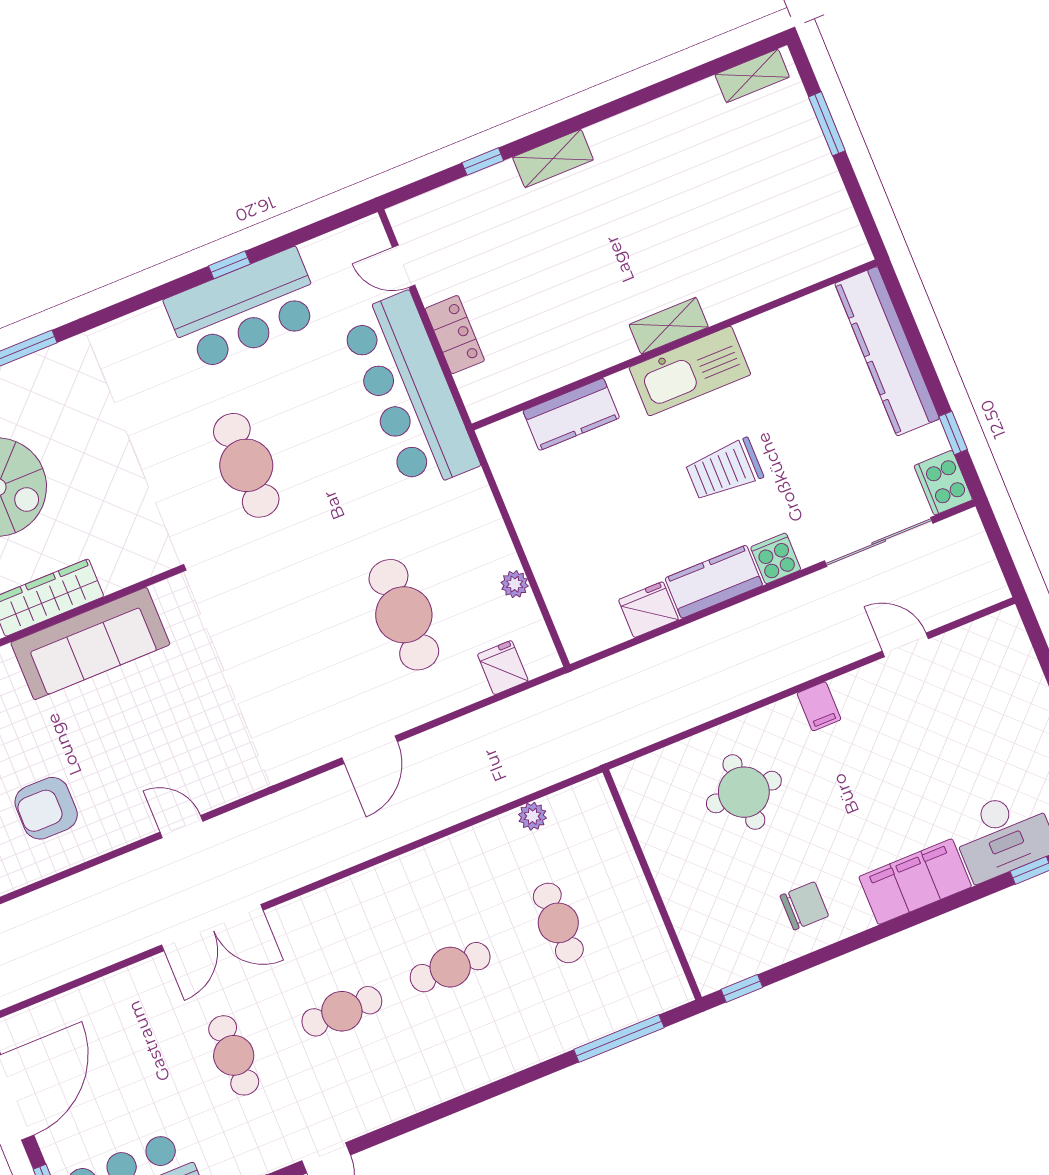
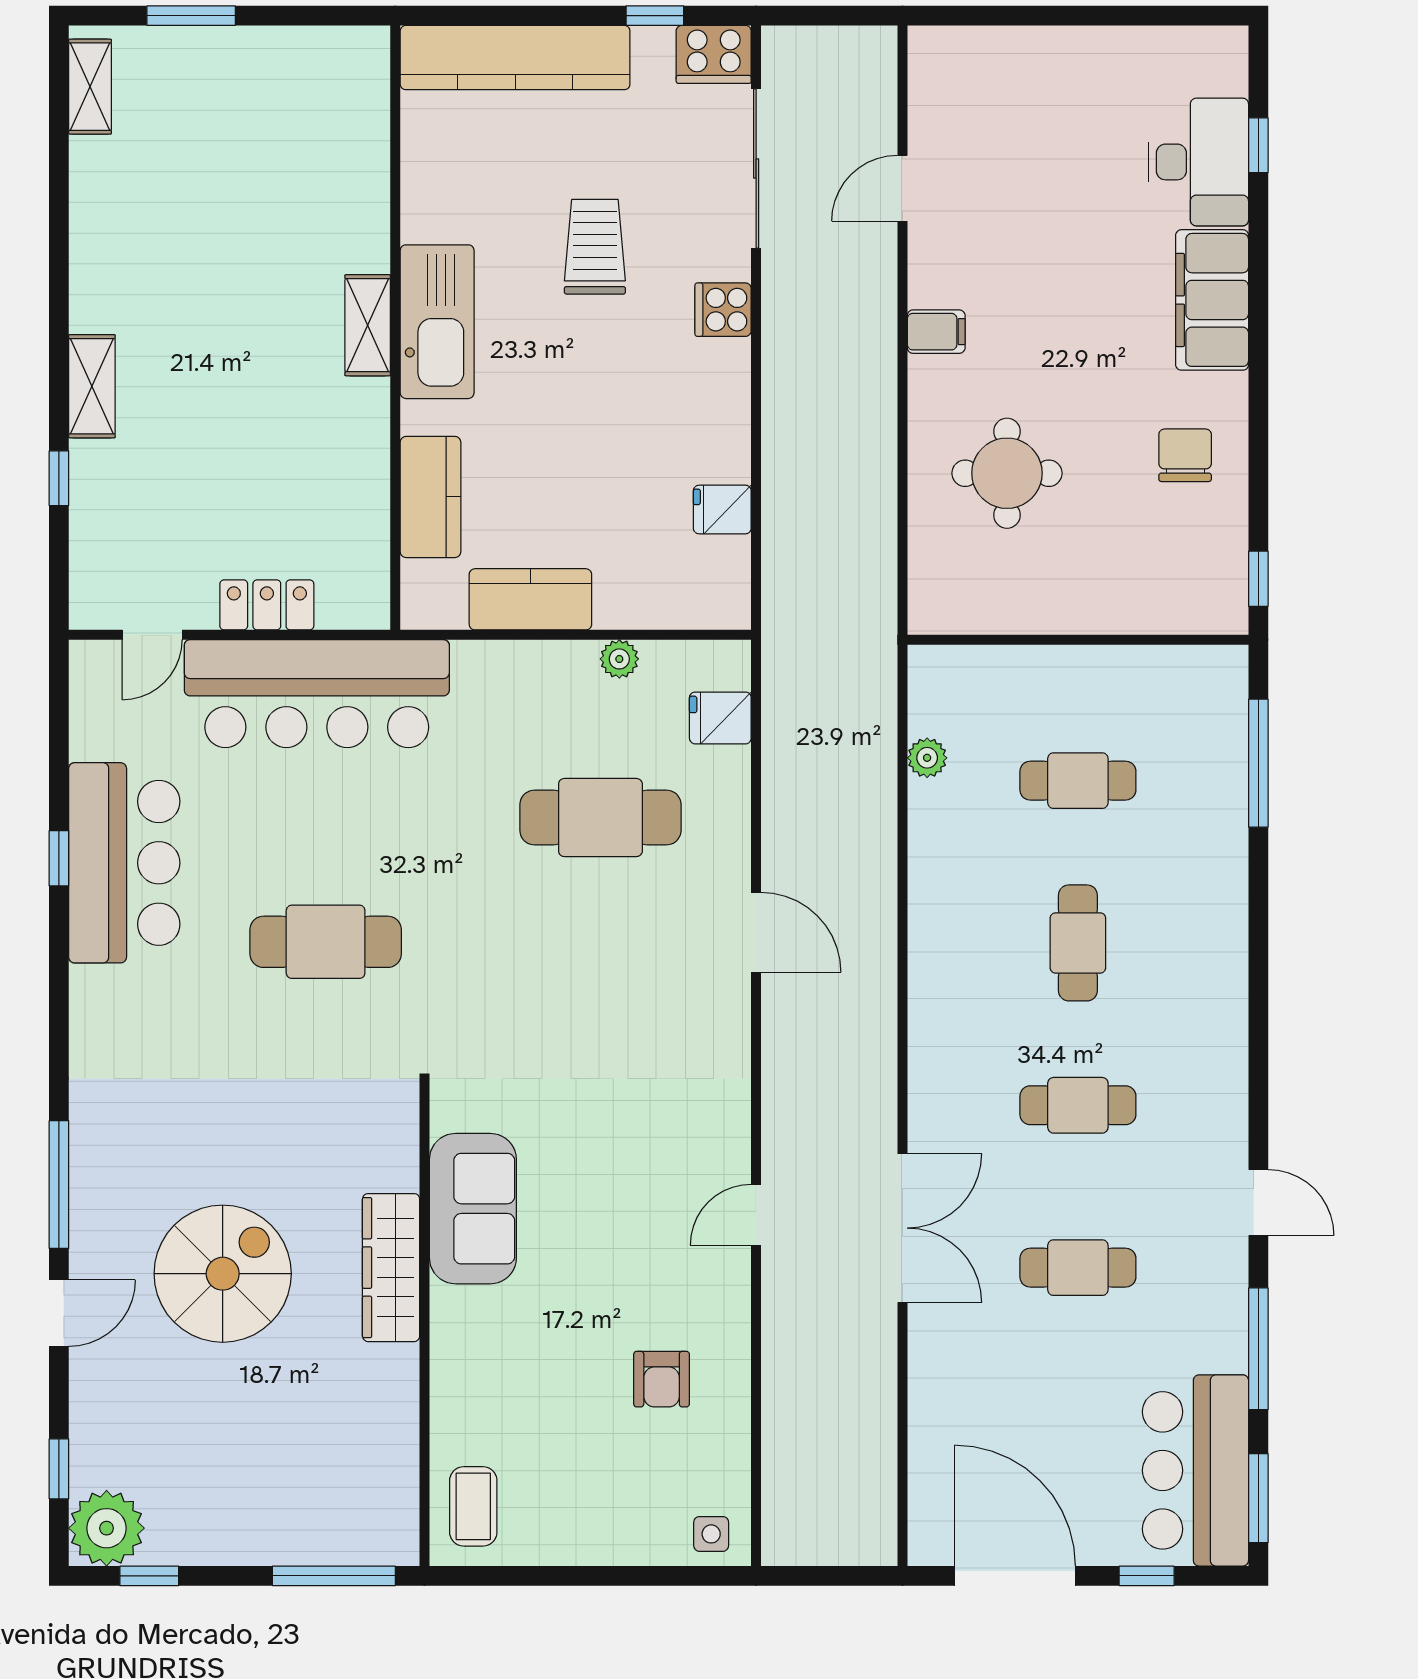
trolley: (724, 470) -> (595, 247), moved, turned 180
kitchen counter: (714, 582) -> (530, 599), moved, turned 90
fridge: (648, 610) -> (722, 510), width x0.72
sofa: (90, 644) -> (473, 1209), width x0.73
armchair: (46, 808) -> (662, 1379), width x0.72, depth x0.72
cafe table: (342, 1011) -> (1078, 1105), turned 90

